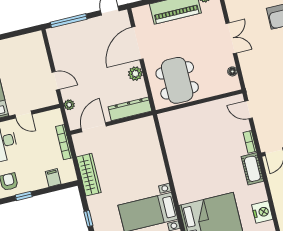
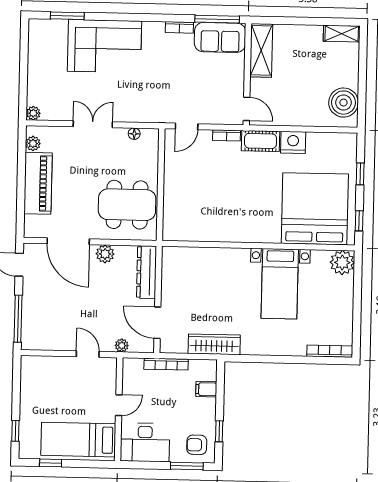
door: (56, 81) -> (88, 354), hinge flipped
nightstand: (262, 212) -> (293, 142), moved
window: (88, 219) -> (268, 359), removed

